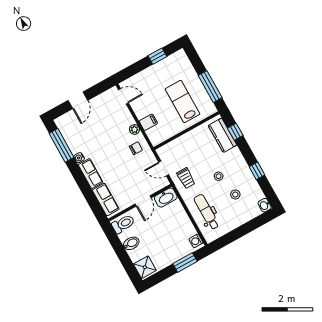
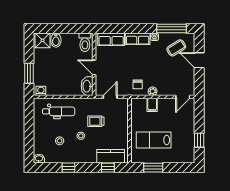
window: (210, 87) -> (153, 168), width x0.69
lab bench: (183, 101) -> (154, 140), turned 180
coffee table: (78, 130) -> (176, 48), added
trolley: (186, 178) -> (96, 121), moved
bidet: (131, 243) -> (56, 40), moved

